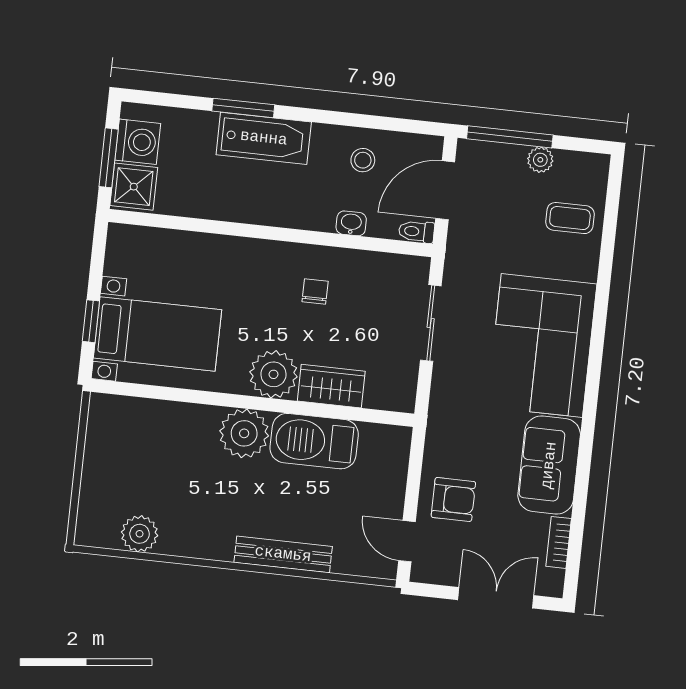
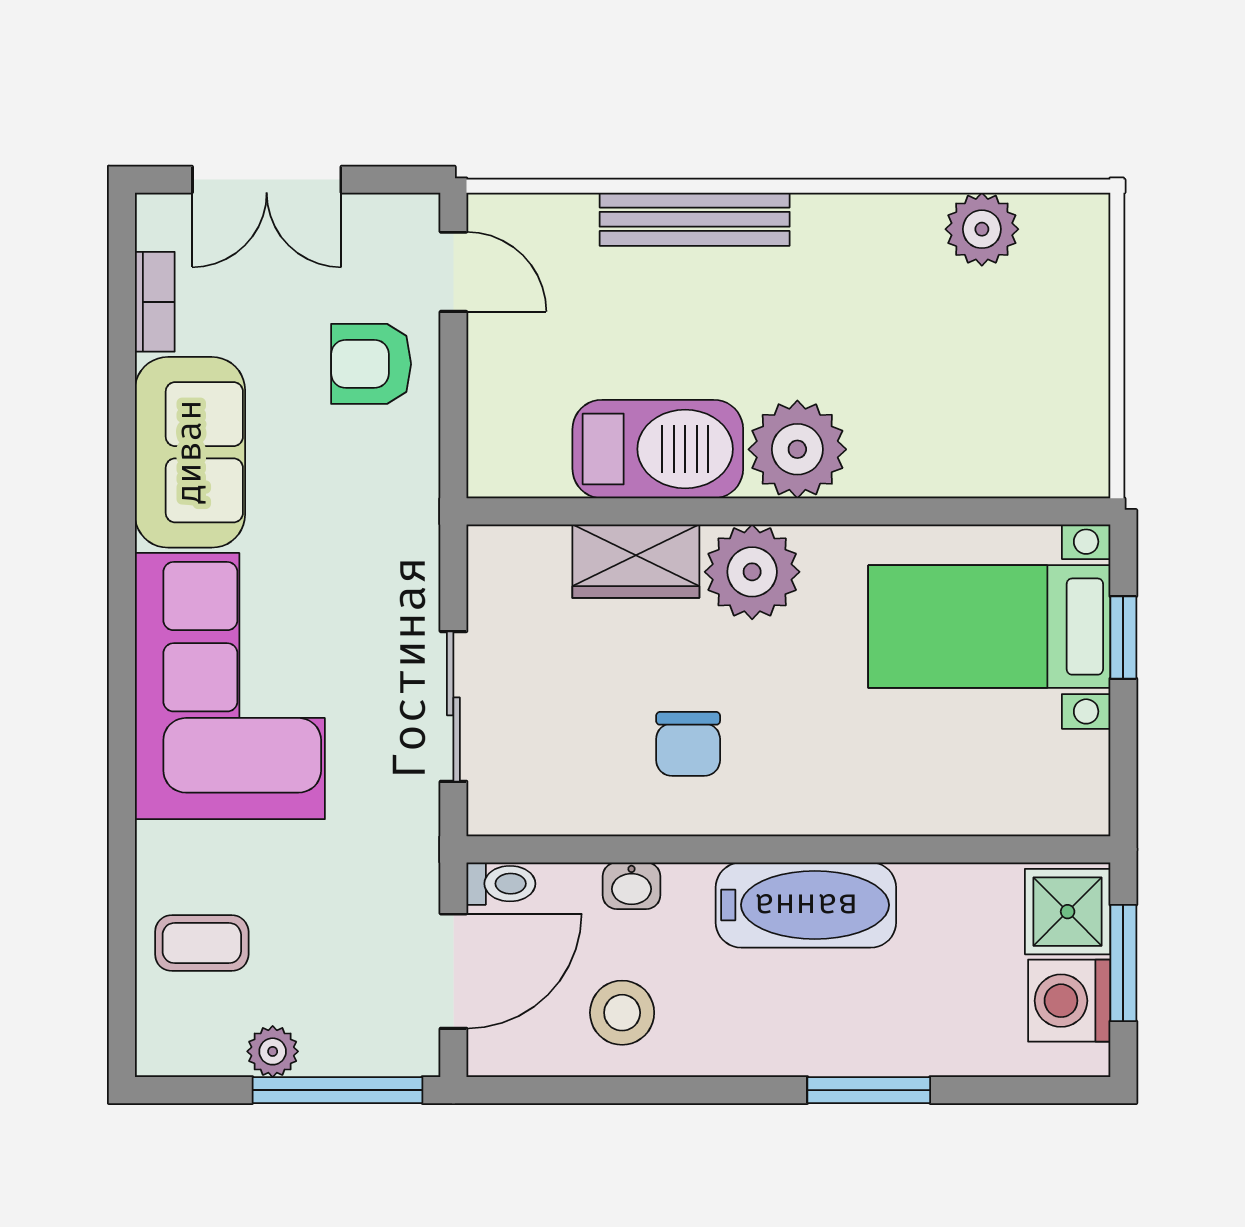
bathtub: (264, 138) -> (806, 905), moved, turned 180
stool: (363, 160) -> (622, 1013), width x1.37, depth x1.37
chair: (315, 291) -> (688, 744), width x1.37, depth x1.37

